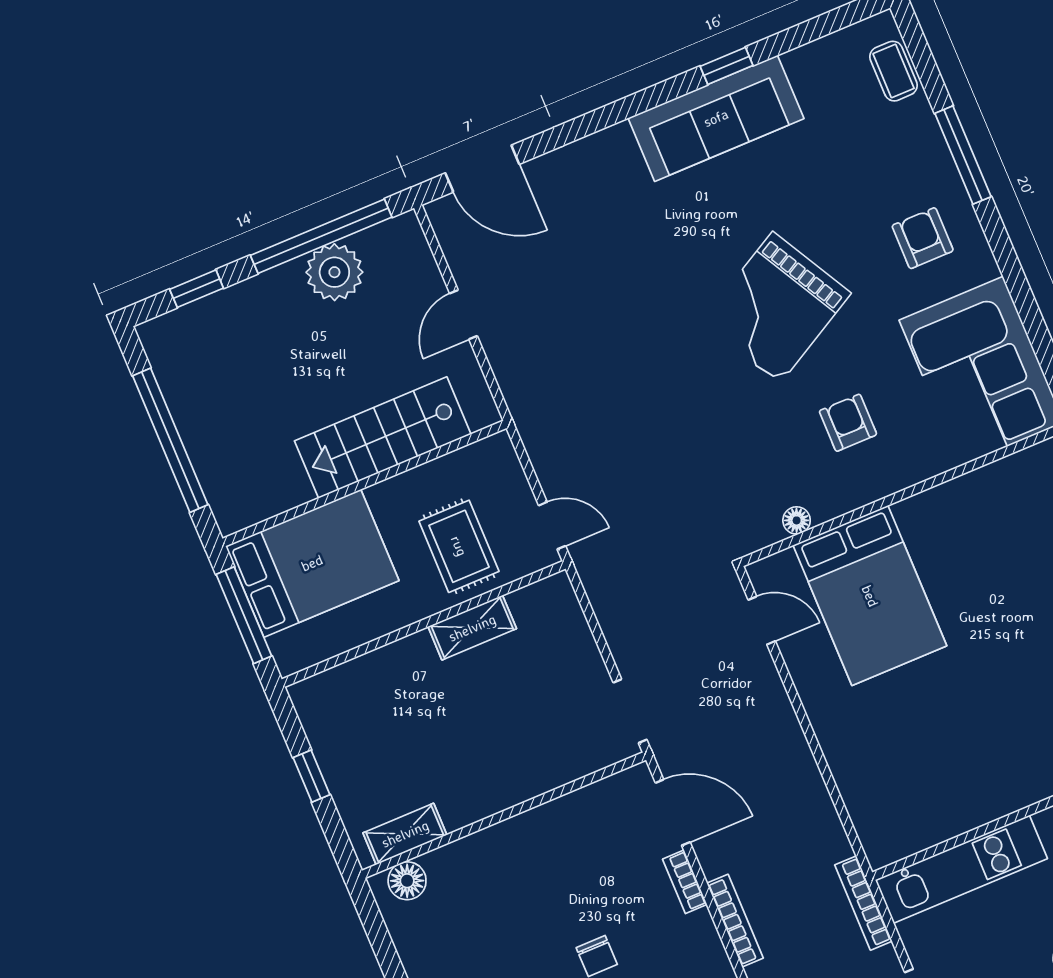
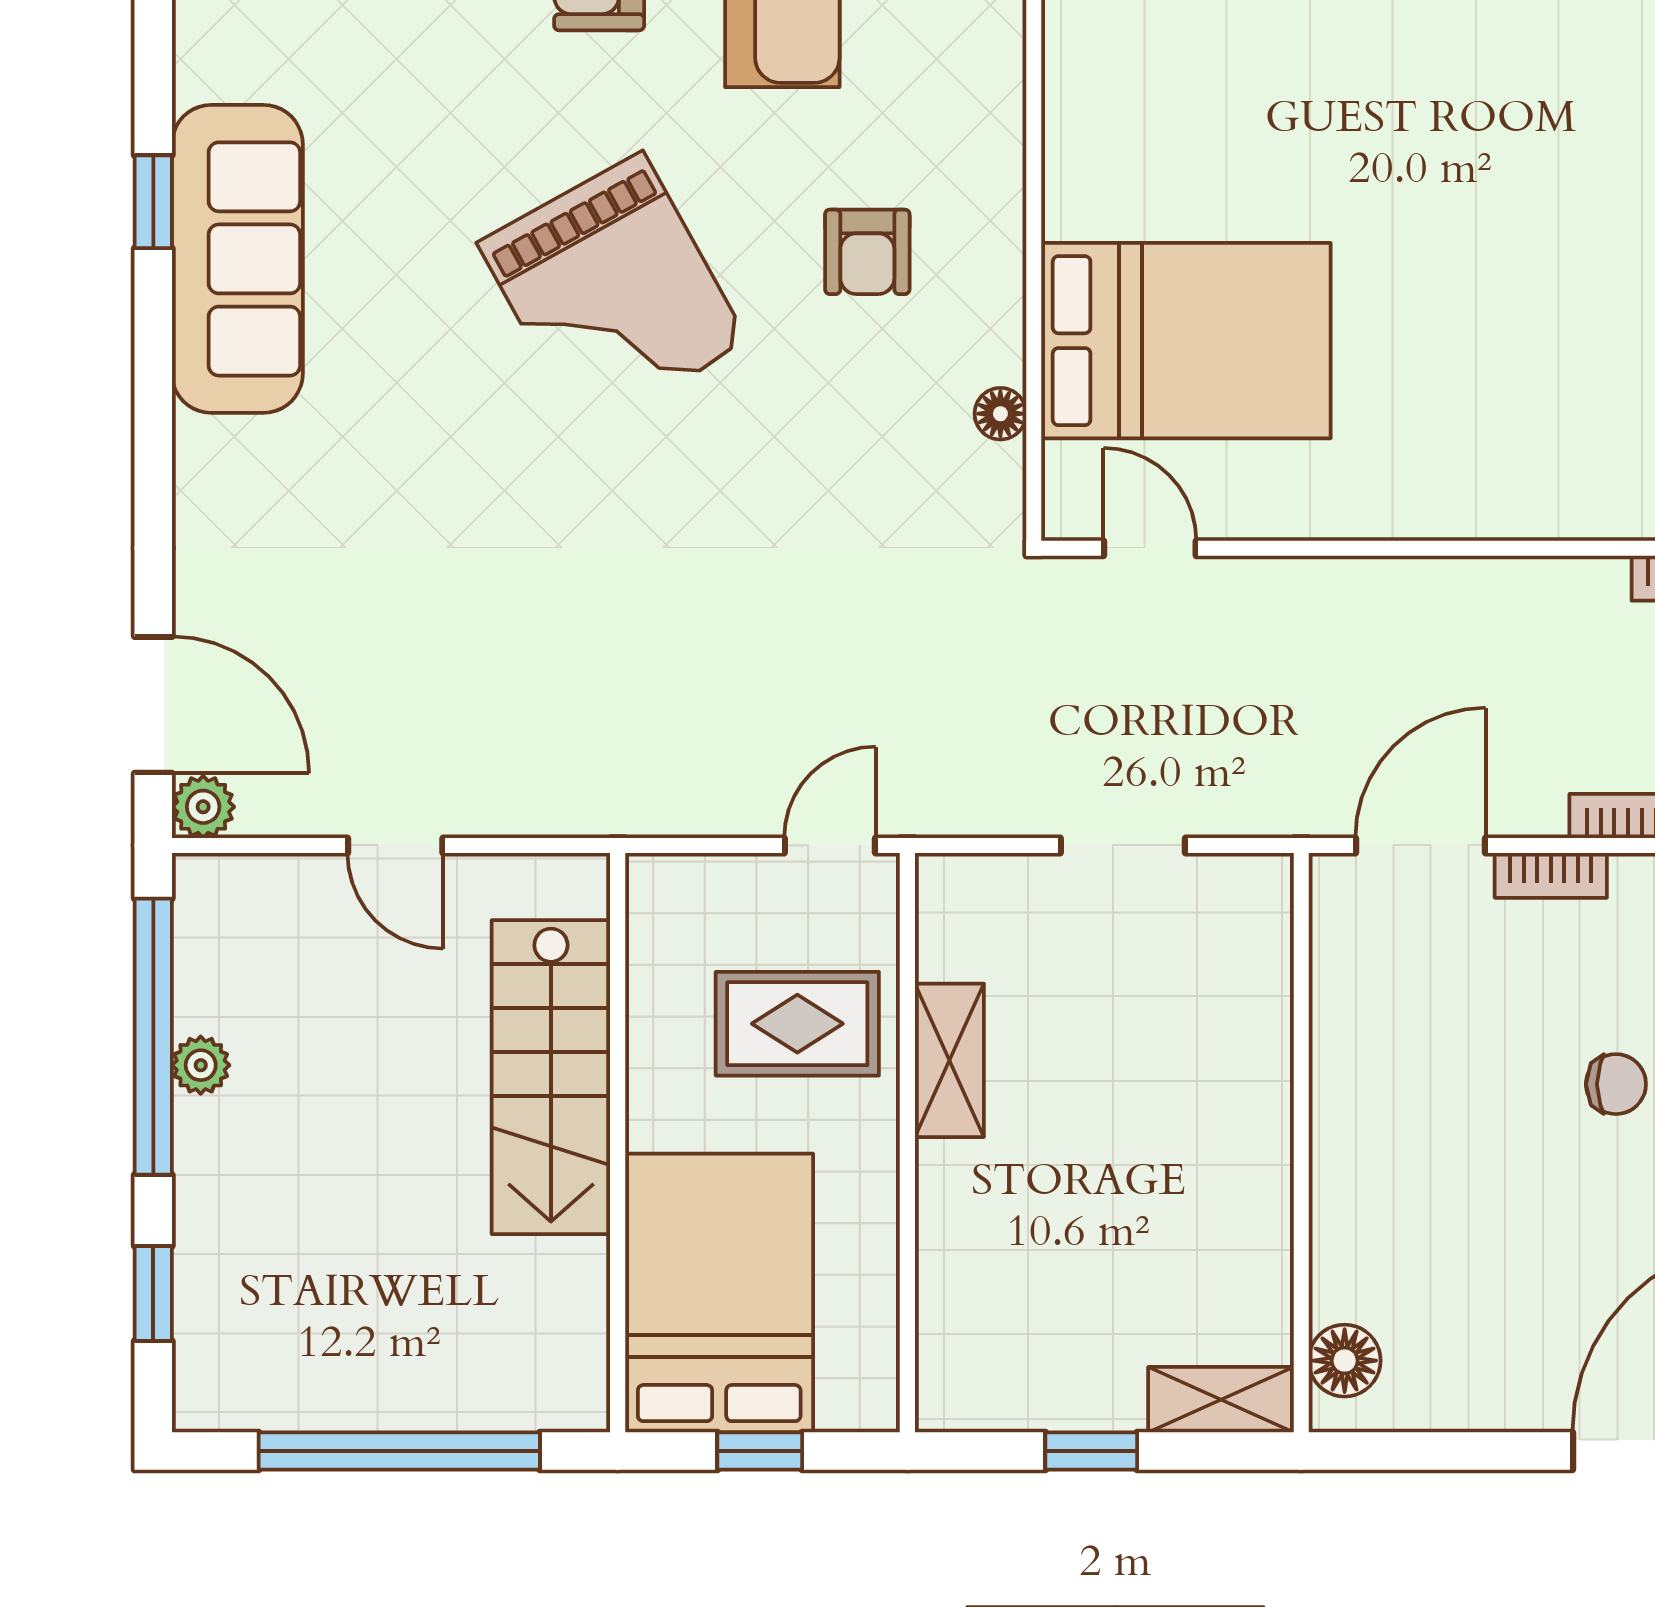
door: (482, 169) -> (153, 705), hinge flipped
plant: (443, 214) -> (203, 807), added
plant: (334, 272) -> (201, 1065), width x0.53, depth x0.53
armchair: (848, 423) -> (867, 252), turned -90
window: (244, 615) -> (760, 1451), width x0.46
door: (762, 620) -> (1150, 548), hinge flipped
doorway: (630, 711) -> (1123, 845), moved
shelving: (405, 834) -> (1221, 1400), moved, turned 90

